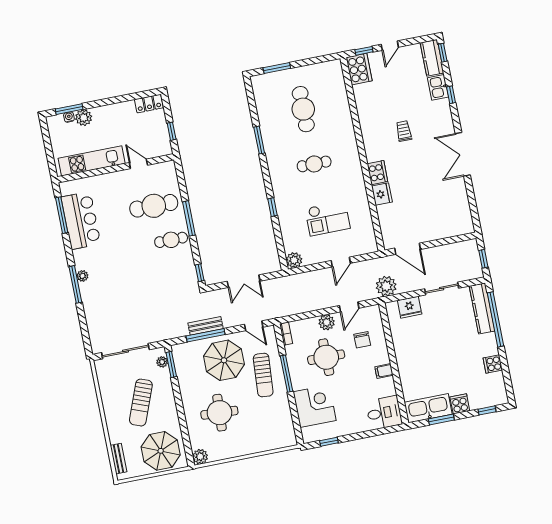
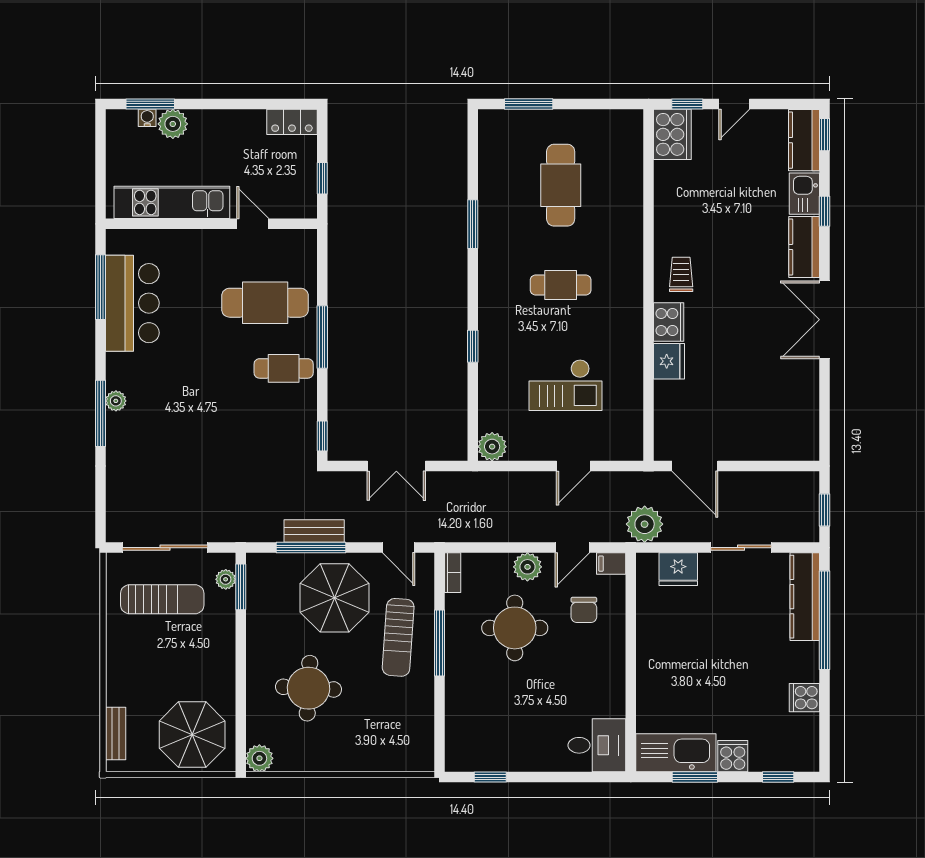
kitchen counter: (444, 117) -> (804, 247), added
trolley: (404, 131) -> (681, 274), moved
filing cabinet: (384, 371) -> (611, 564), moved
sun lounger: (141, 403) -> (162, 599), moved, turned -111
corner desk: (315, 406) -> (477, 710), removed

